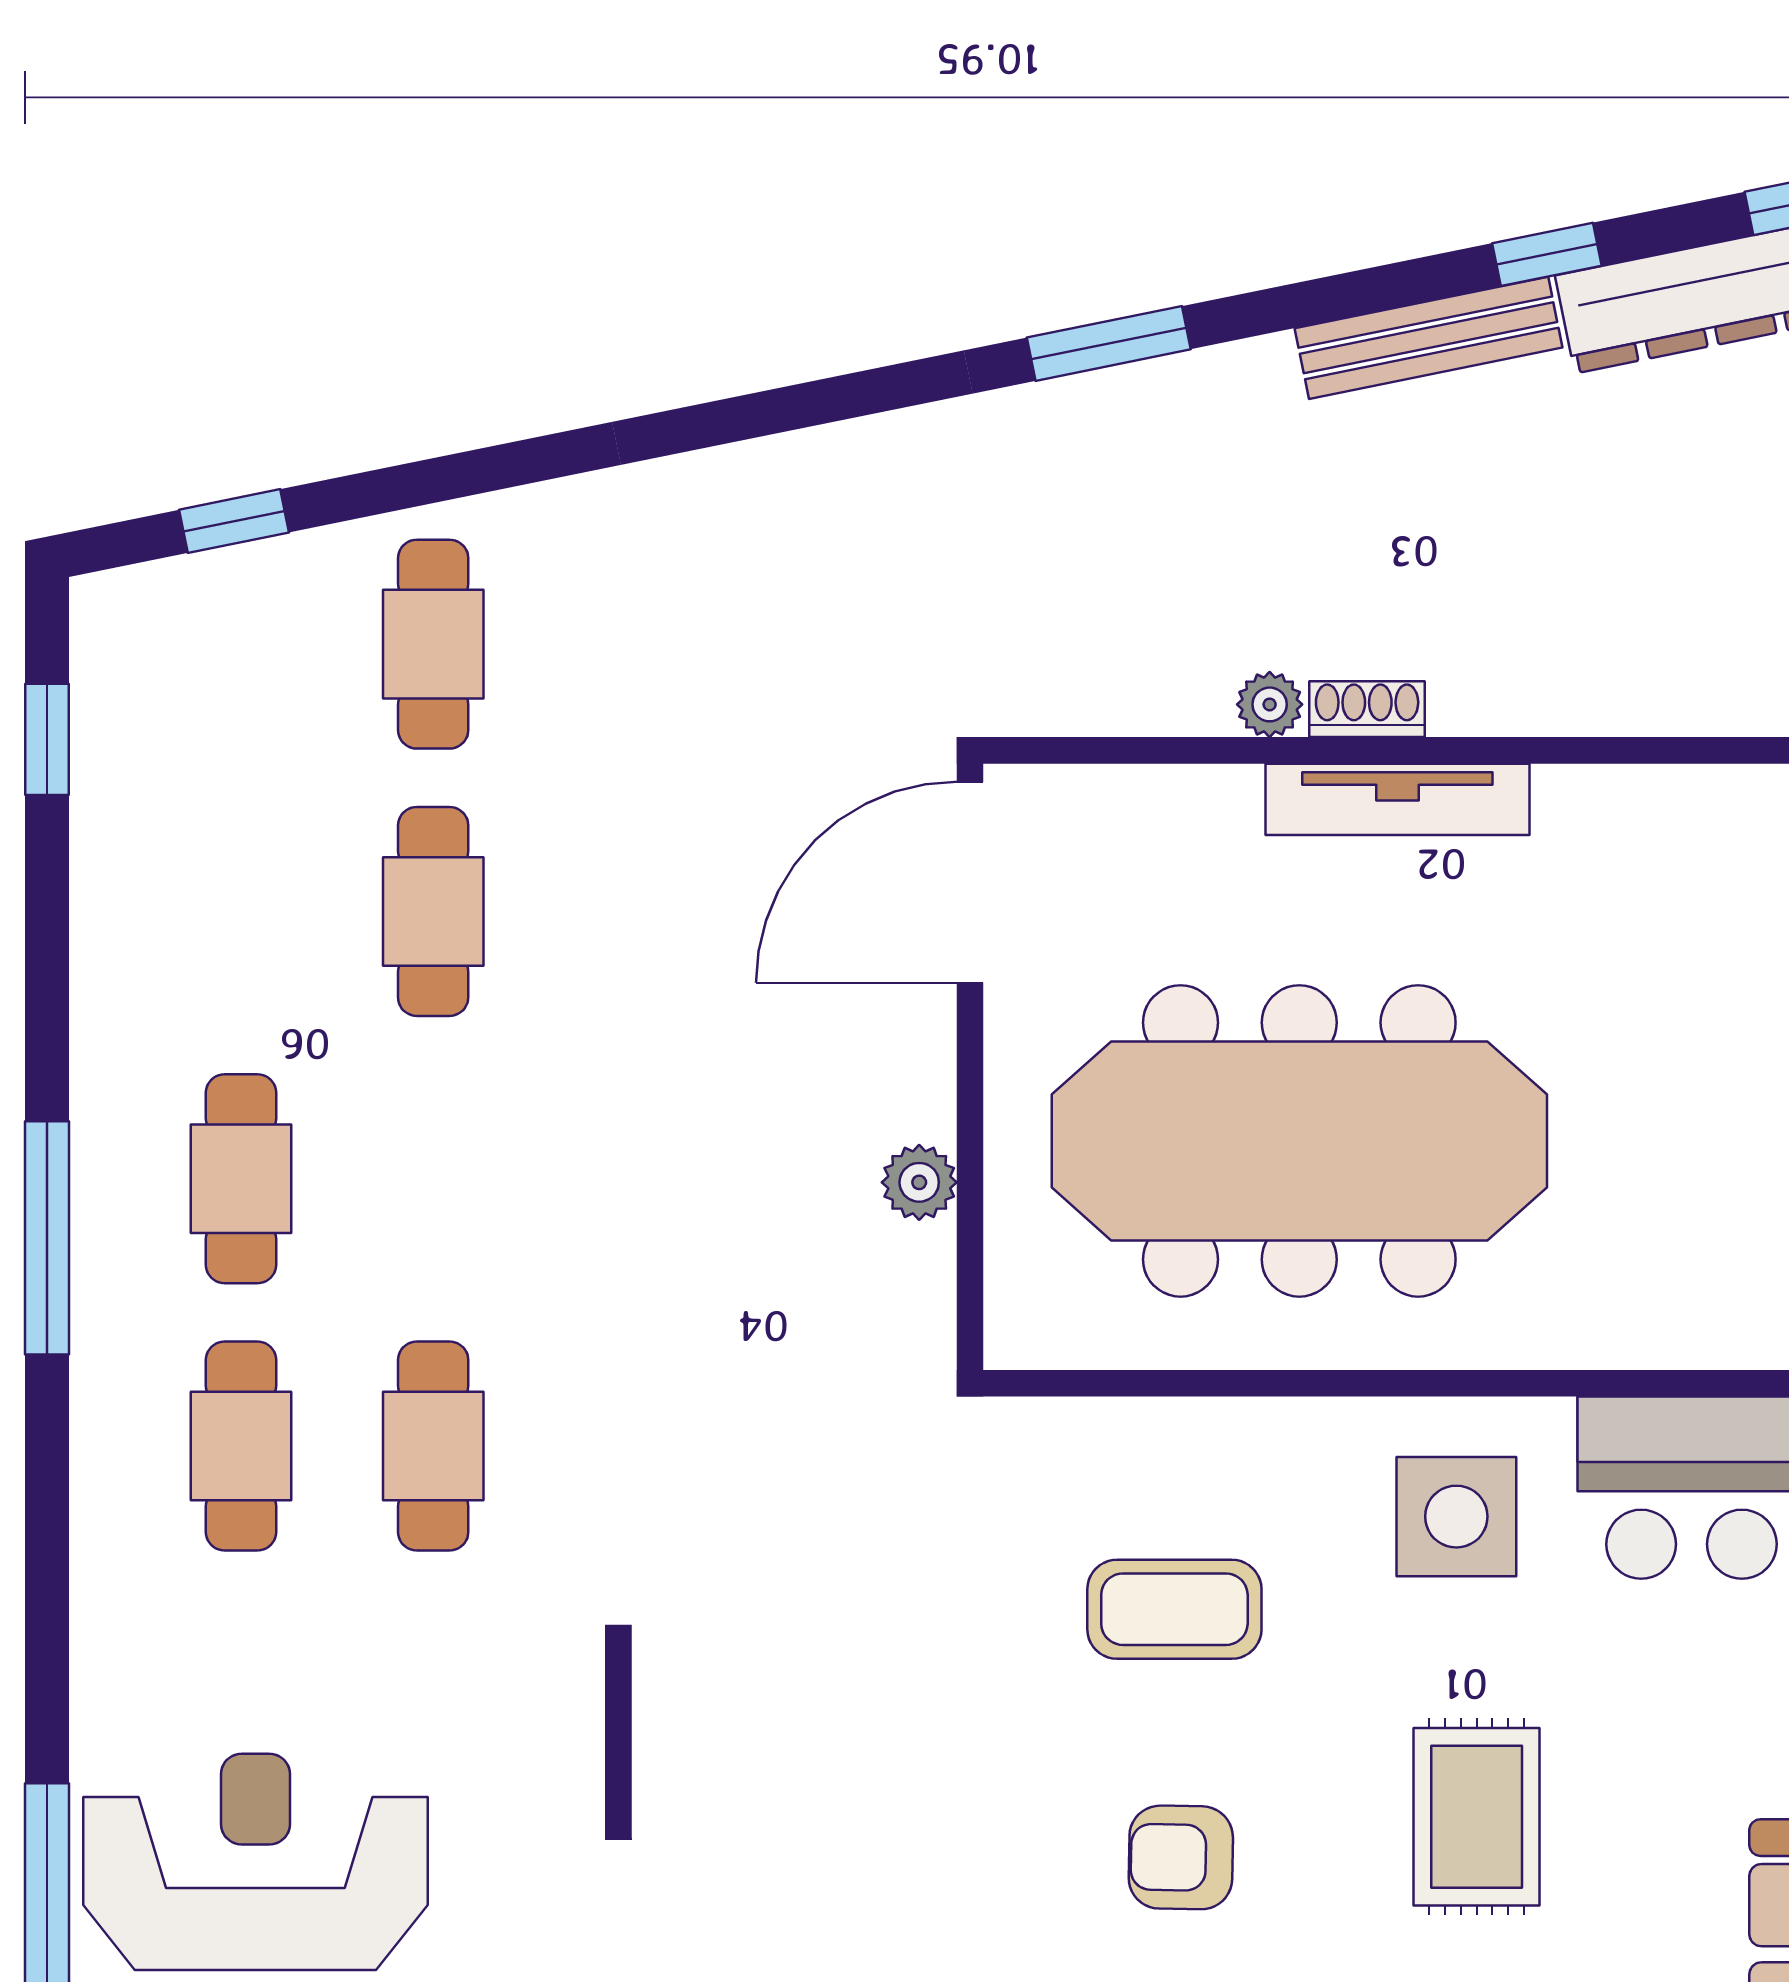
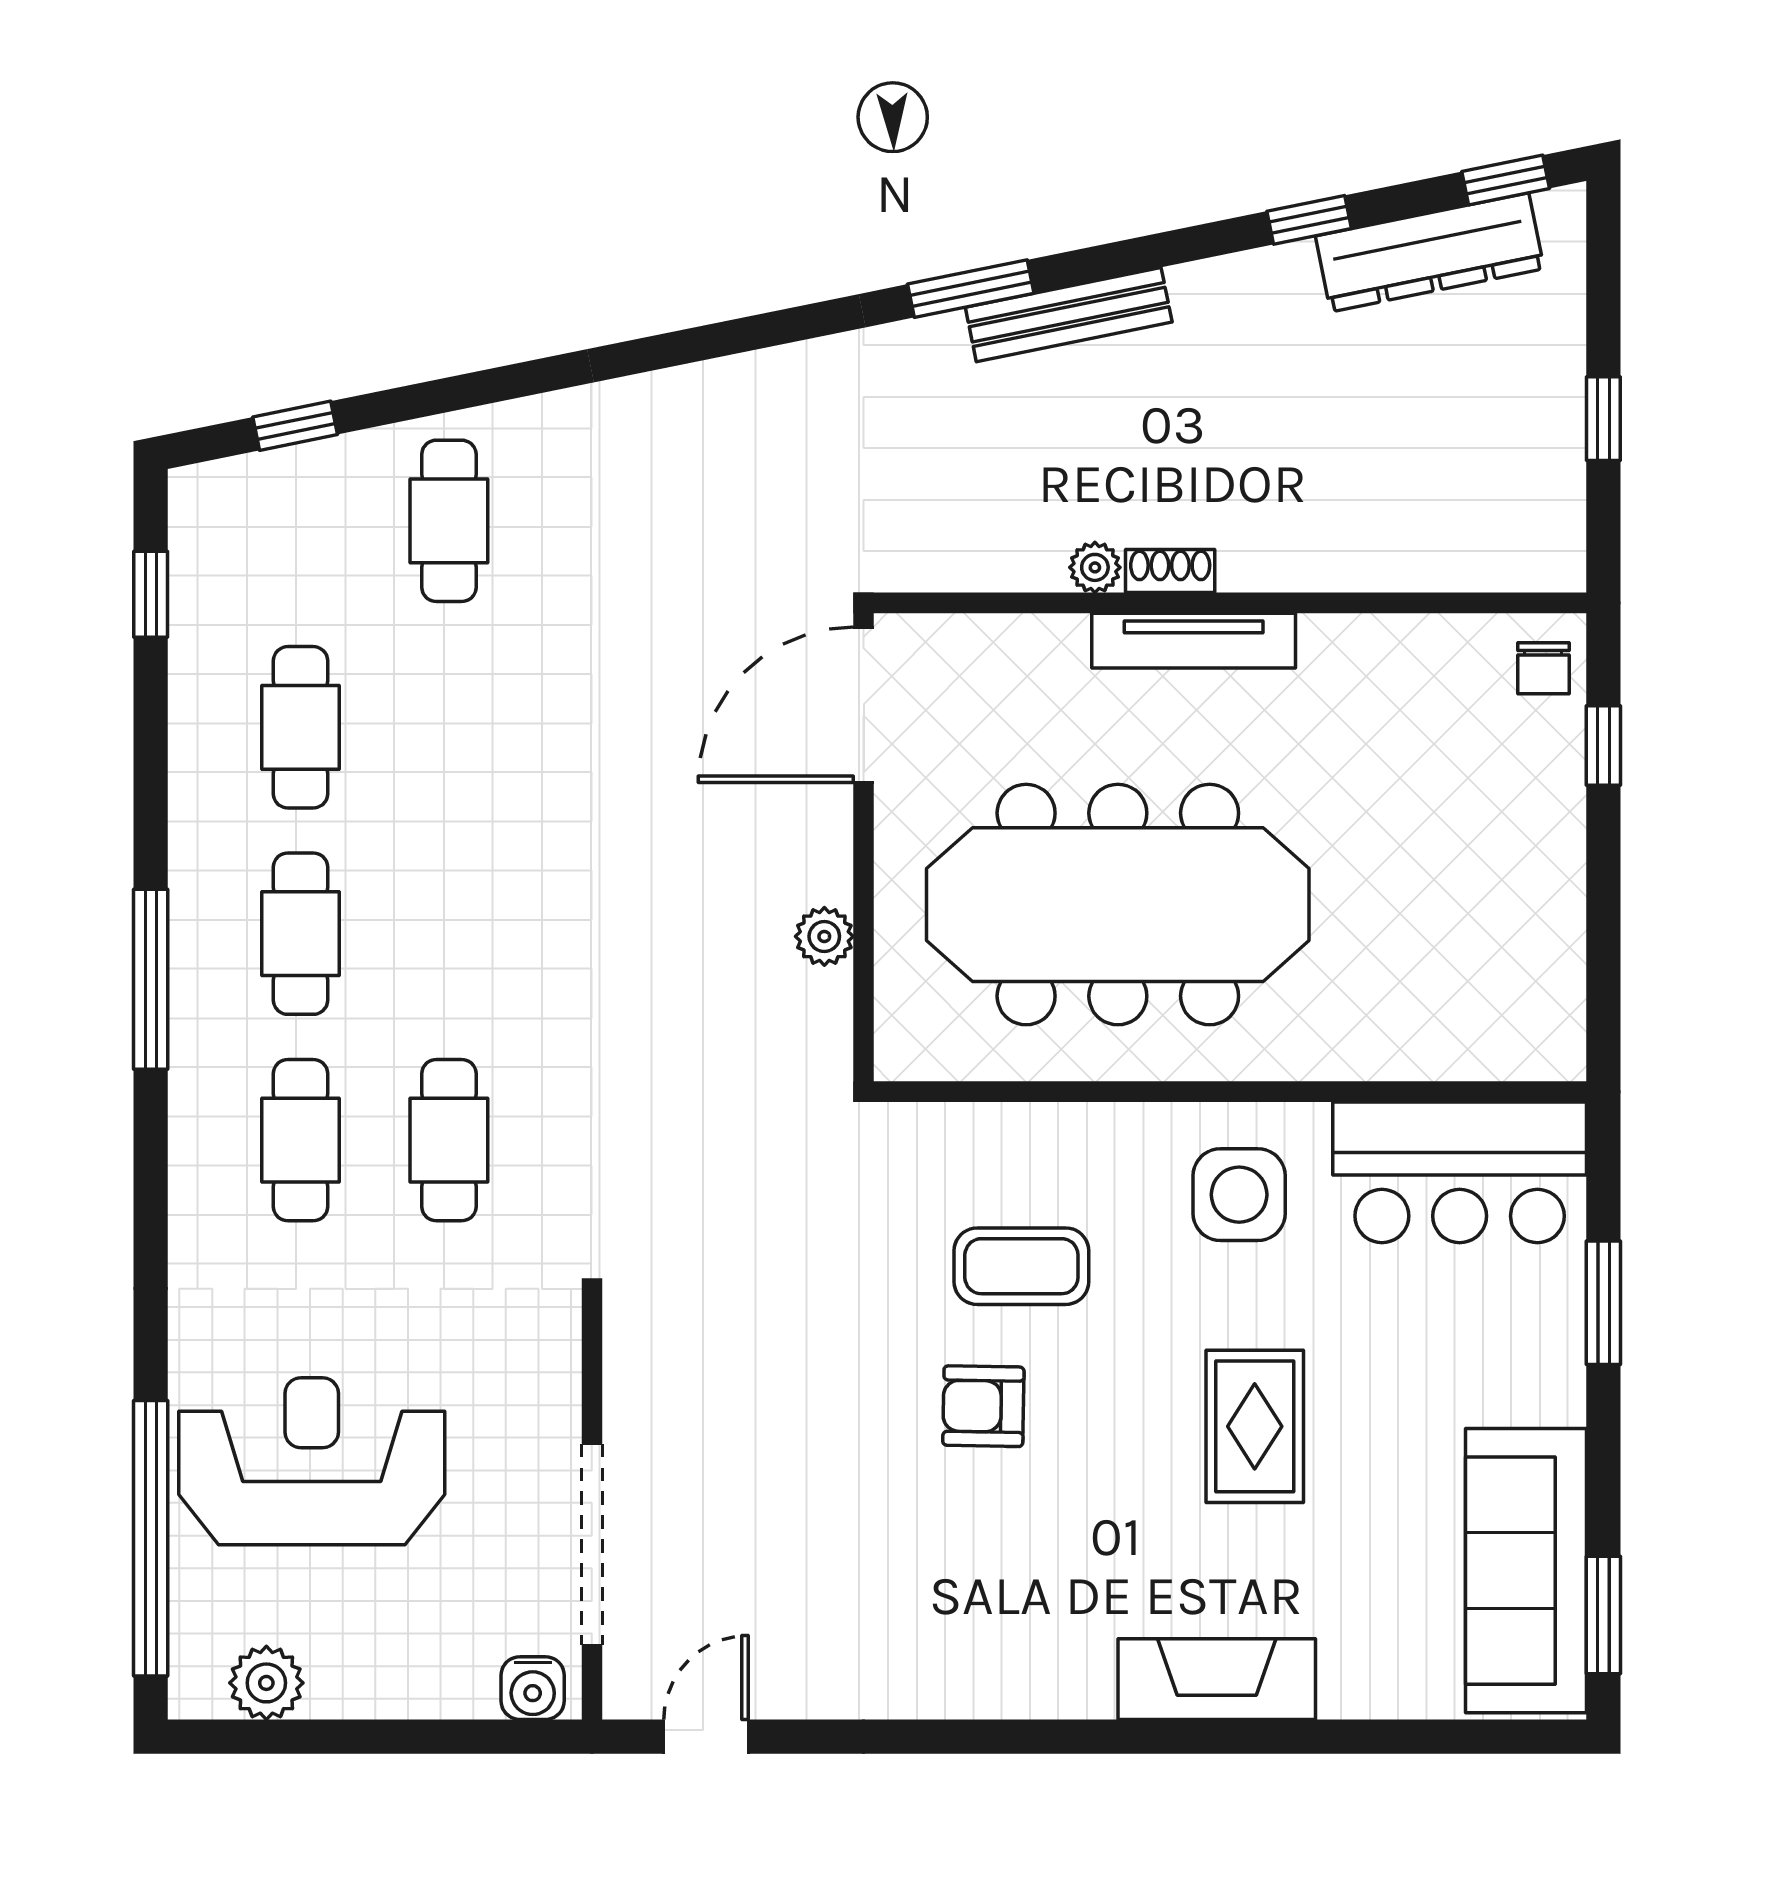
bench: (1429, 338) -> (1069, 315), moved
cafe table: (433, 911) -> (301, 727), moved
armchair: (1181, 1857) -> (983, 1406), moved

